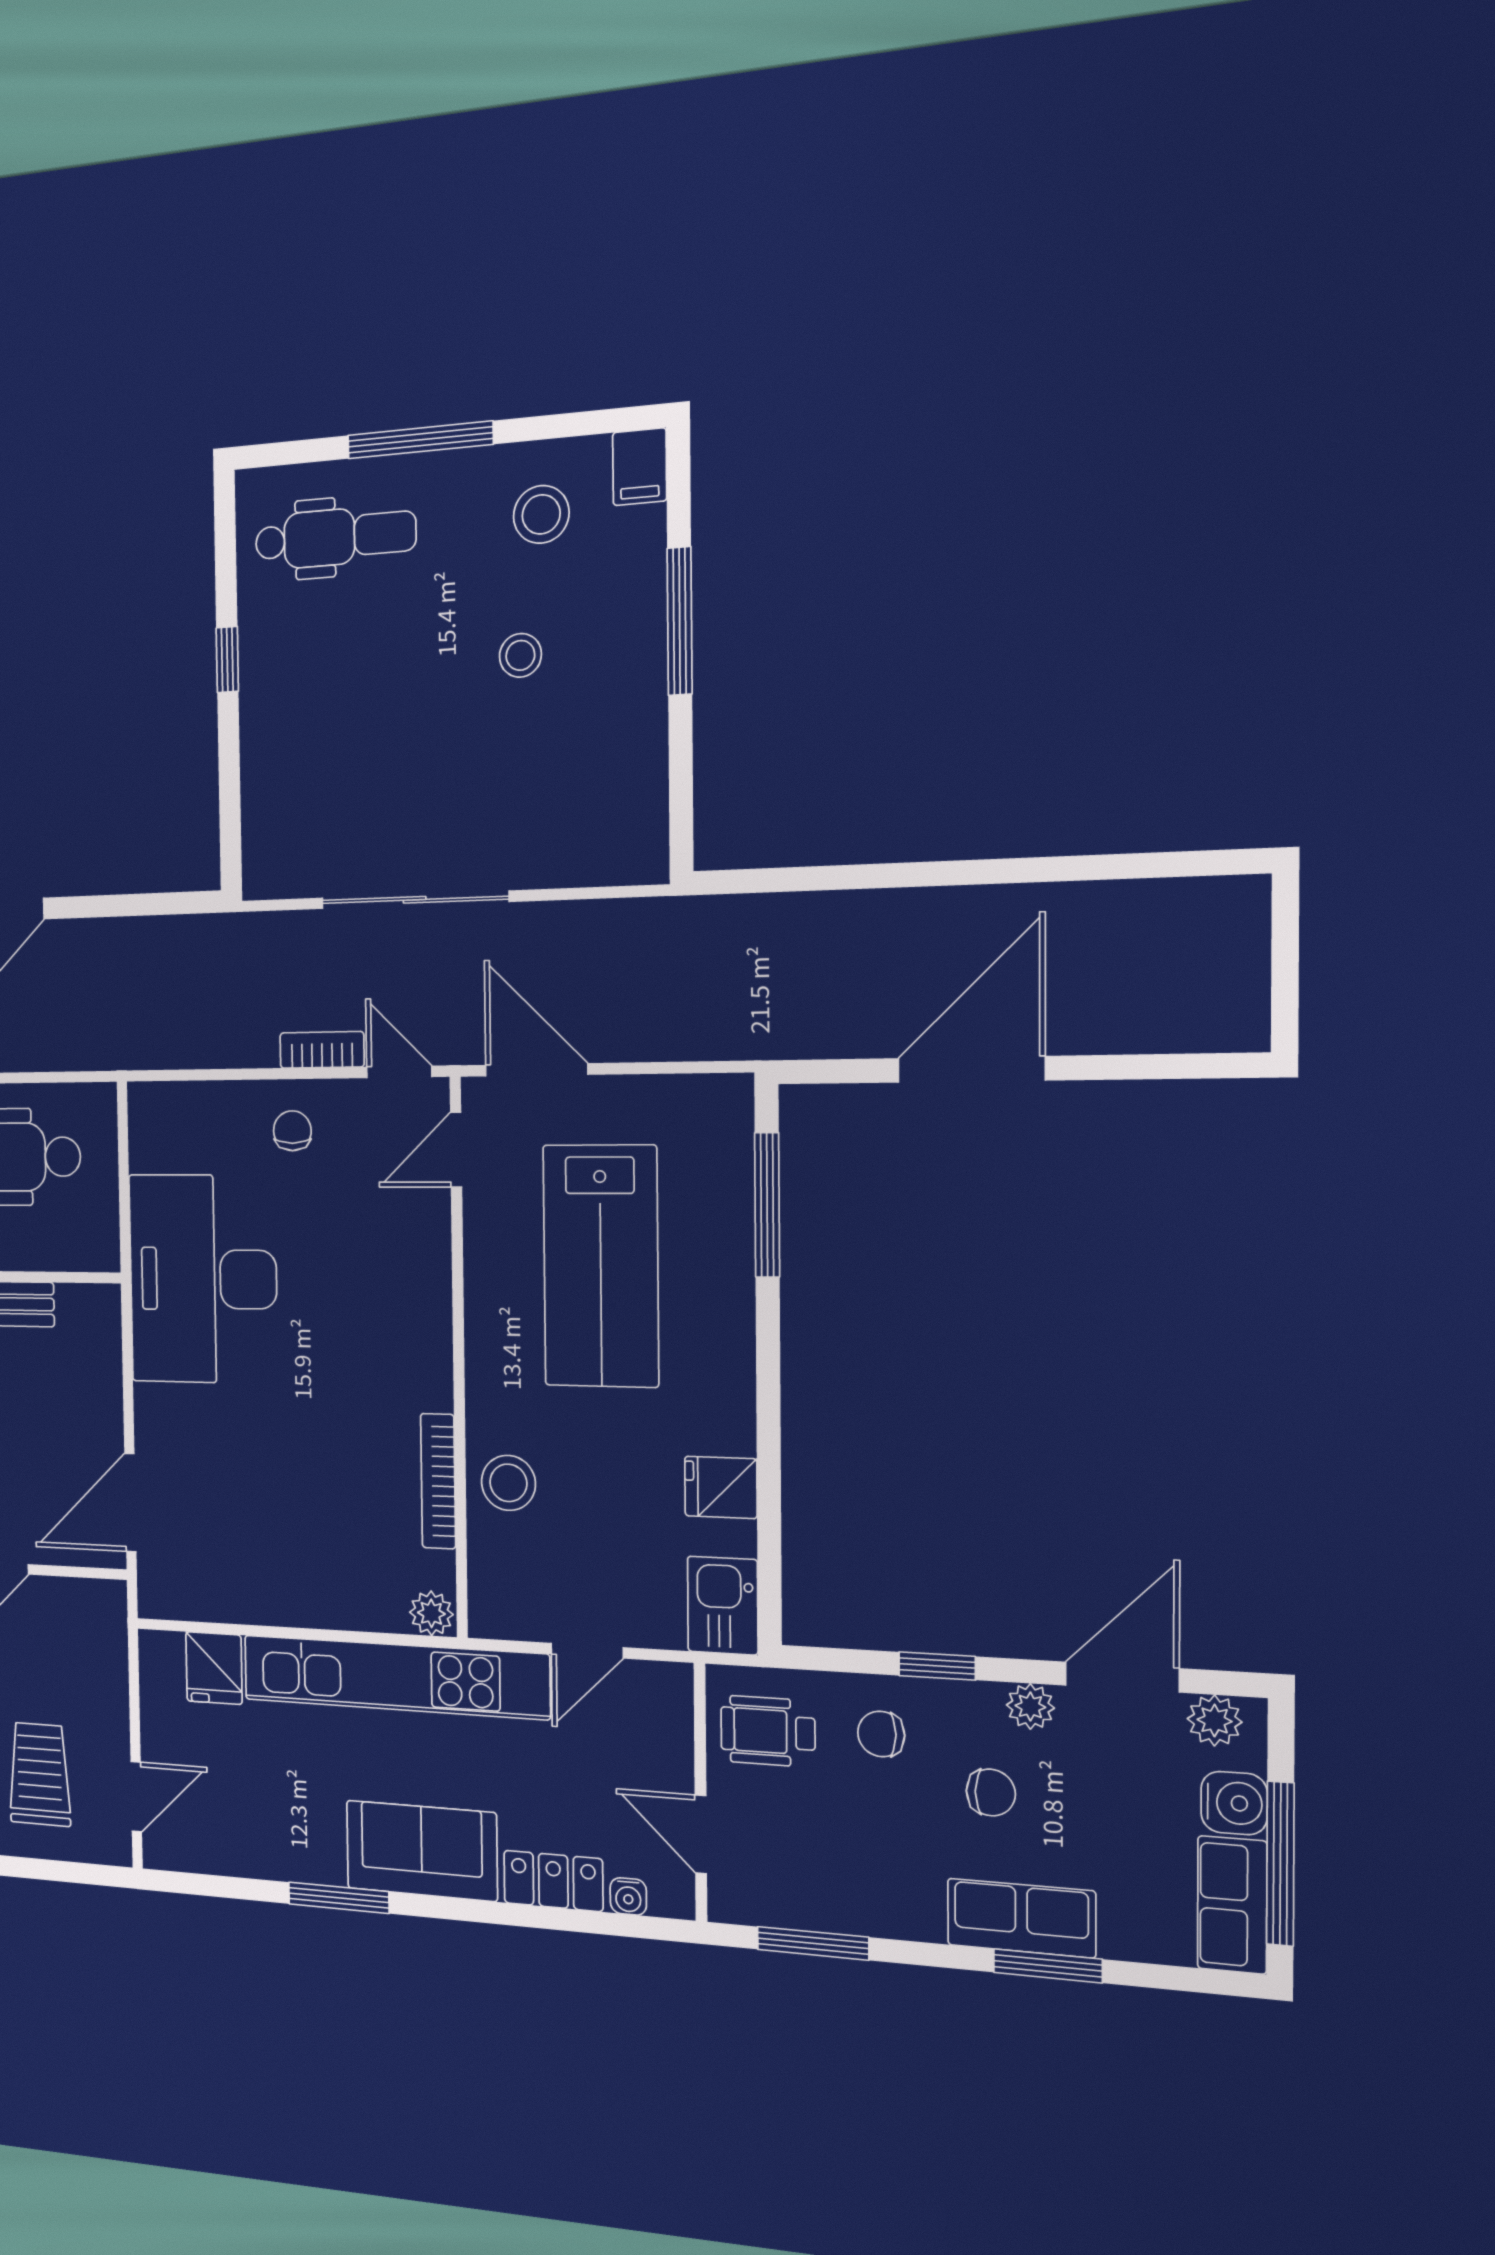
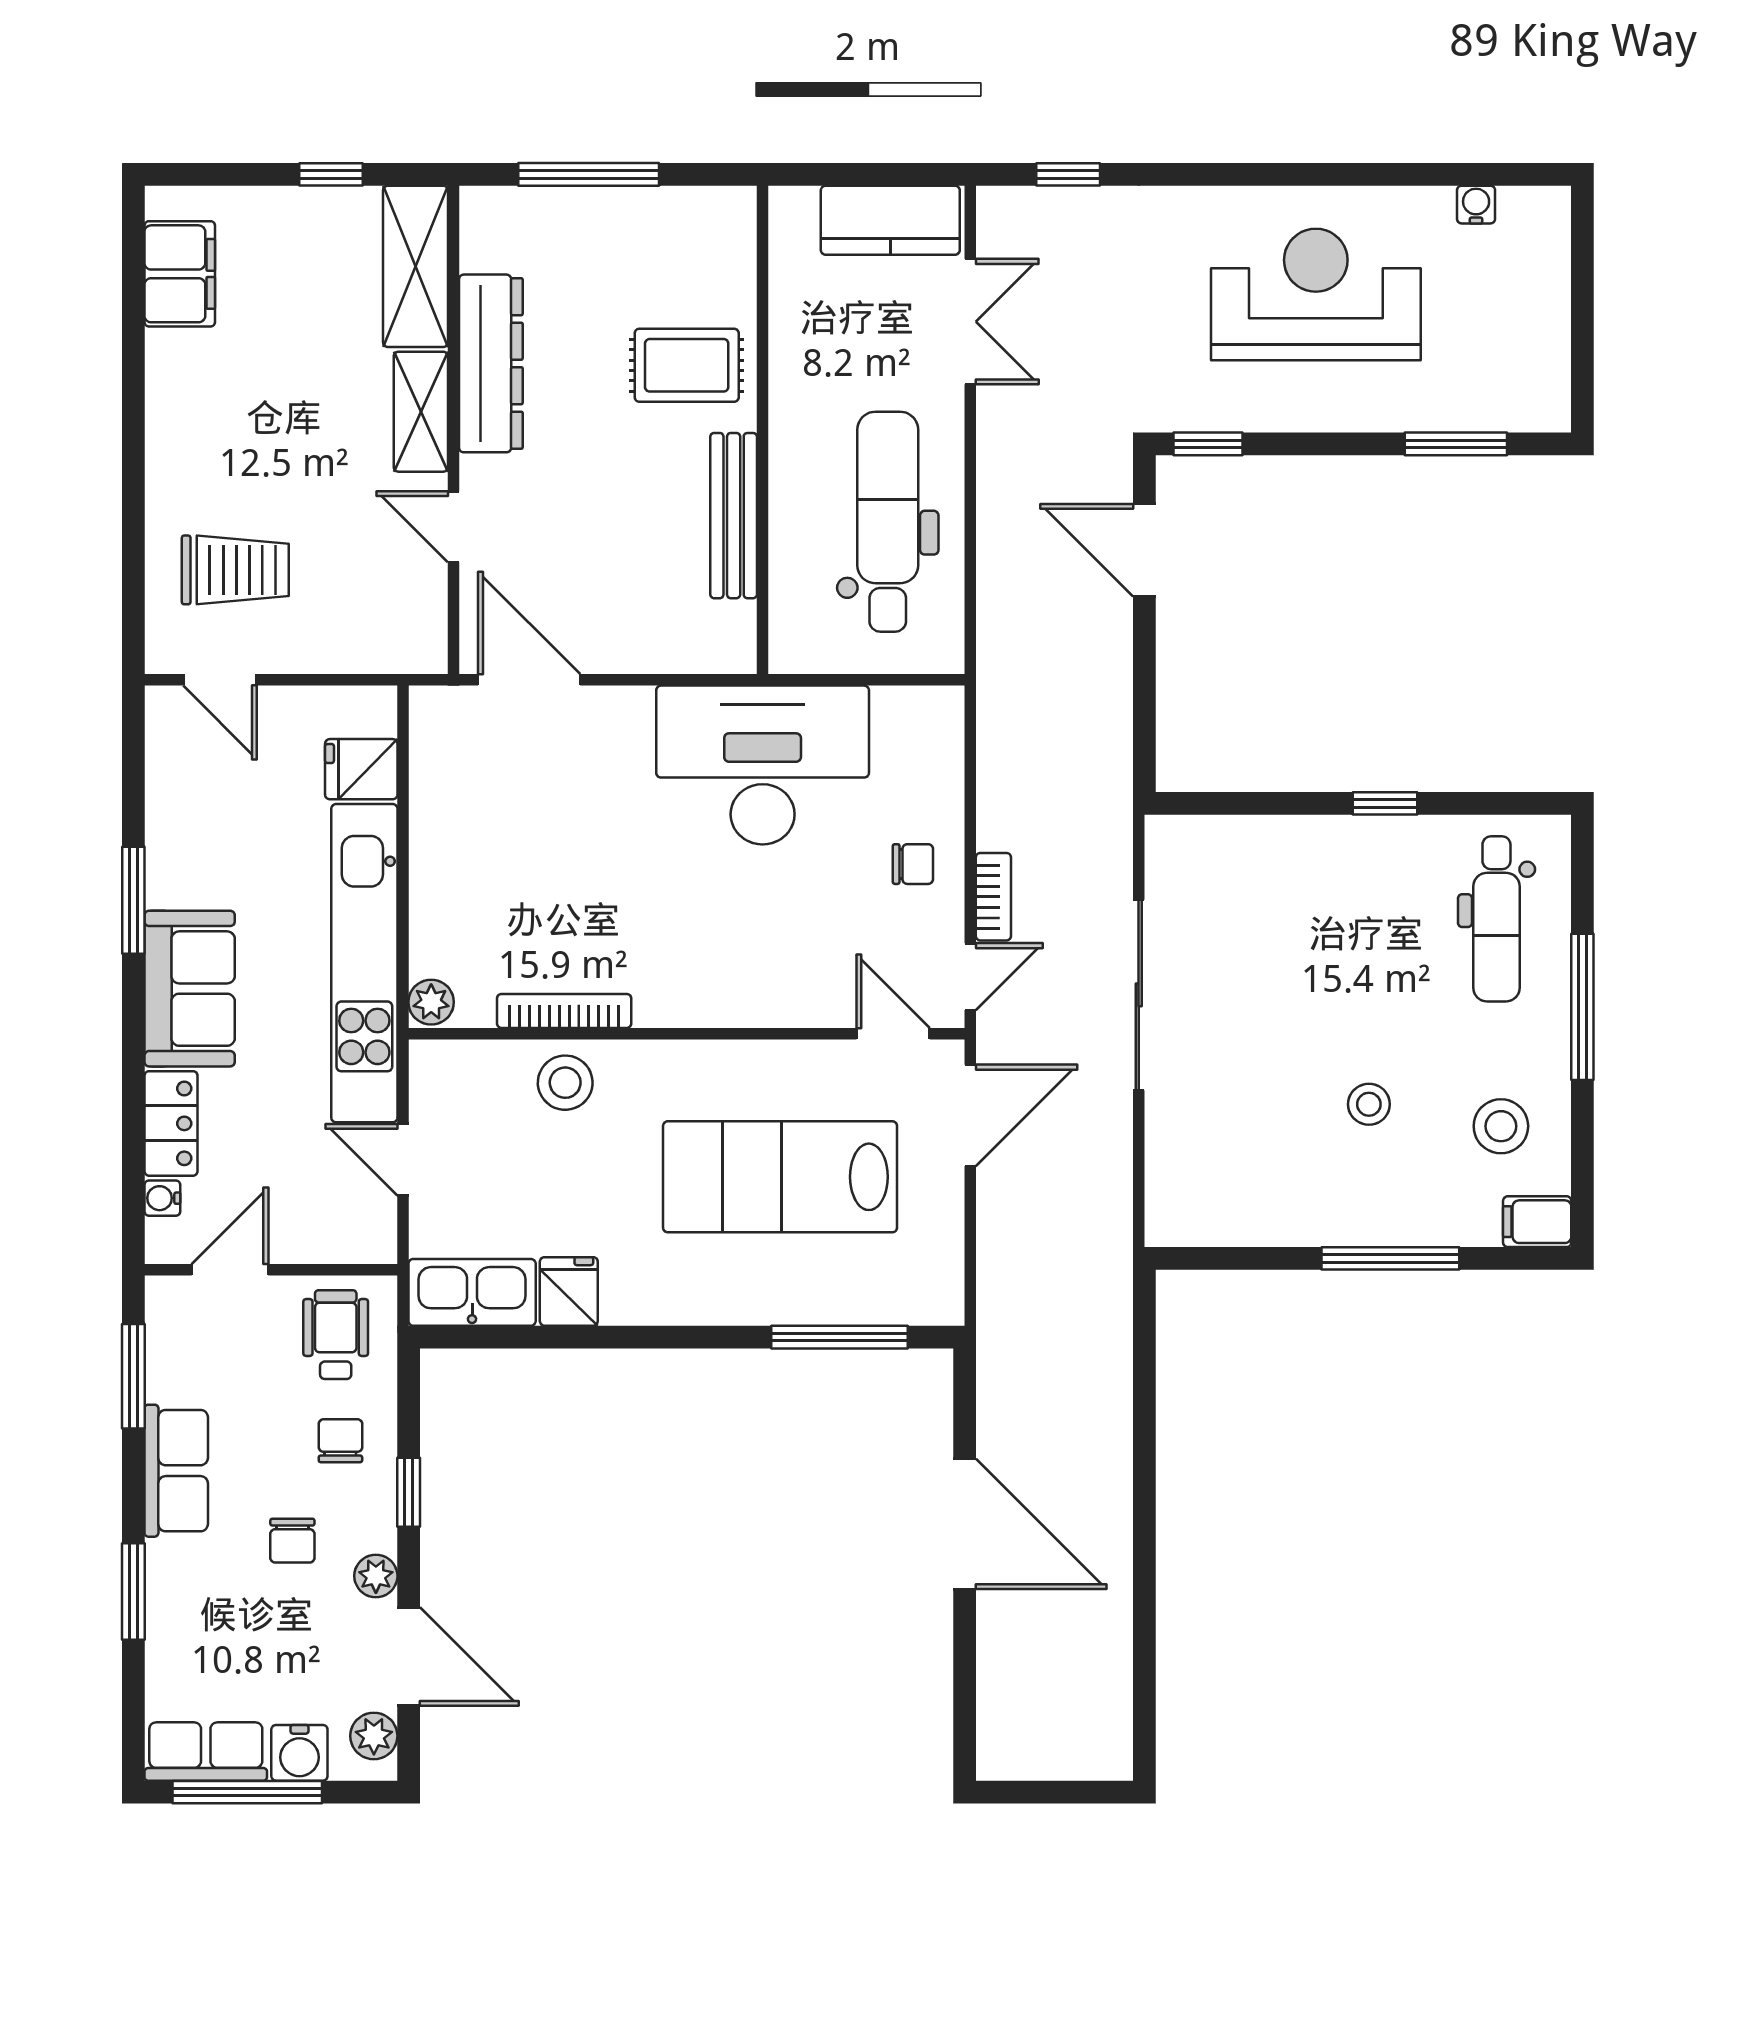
kitchen sink: (723, 1606) -> (472, 1292), width x1.38
row of seats: (1021, 1918) -> (176, 1471), moved

